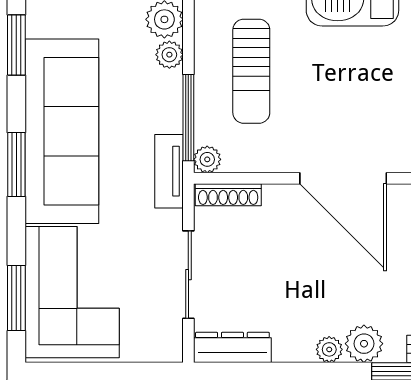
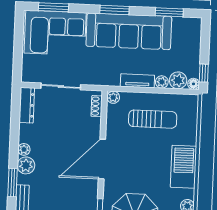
sun lounger: (251, 71) -> (153, 119), turned 180
window: (188, 118) -> (133, 89), removed
tv unit: (169, 171) -> (137, 81), moved
shoe rack: (228, 195) -> (97, 106), width x0.70

